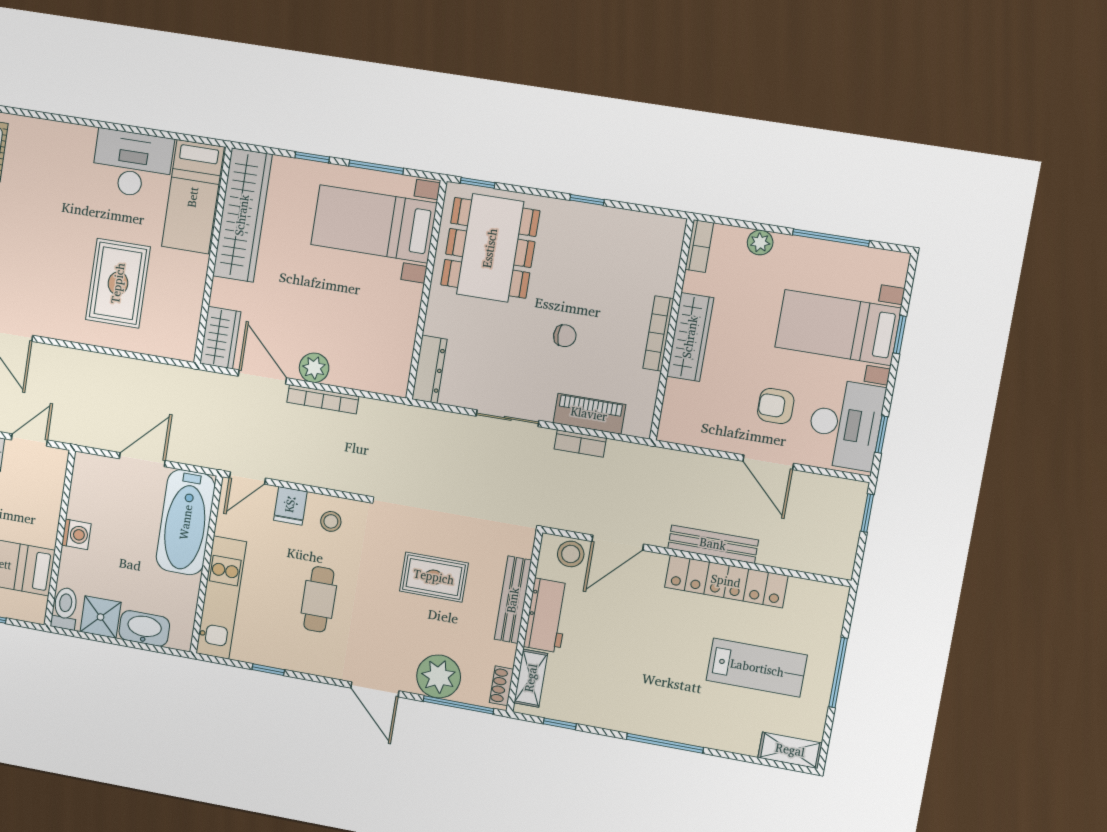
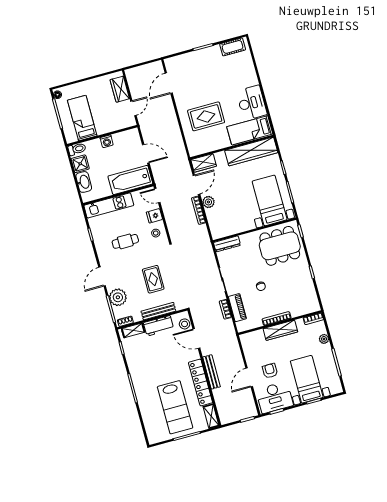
door: (29, 440) -> (133, 108), hinge flipped
lab bench: (757, 668) -> (175, 407), width x1.36, depth x1.39
shelving: (790, 750) -> (211, 416), moved

